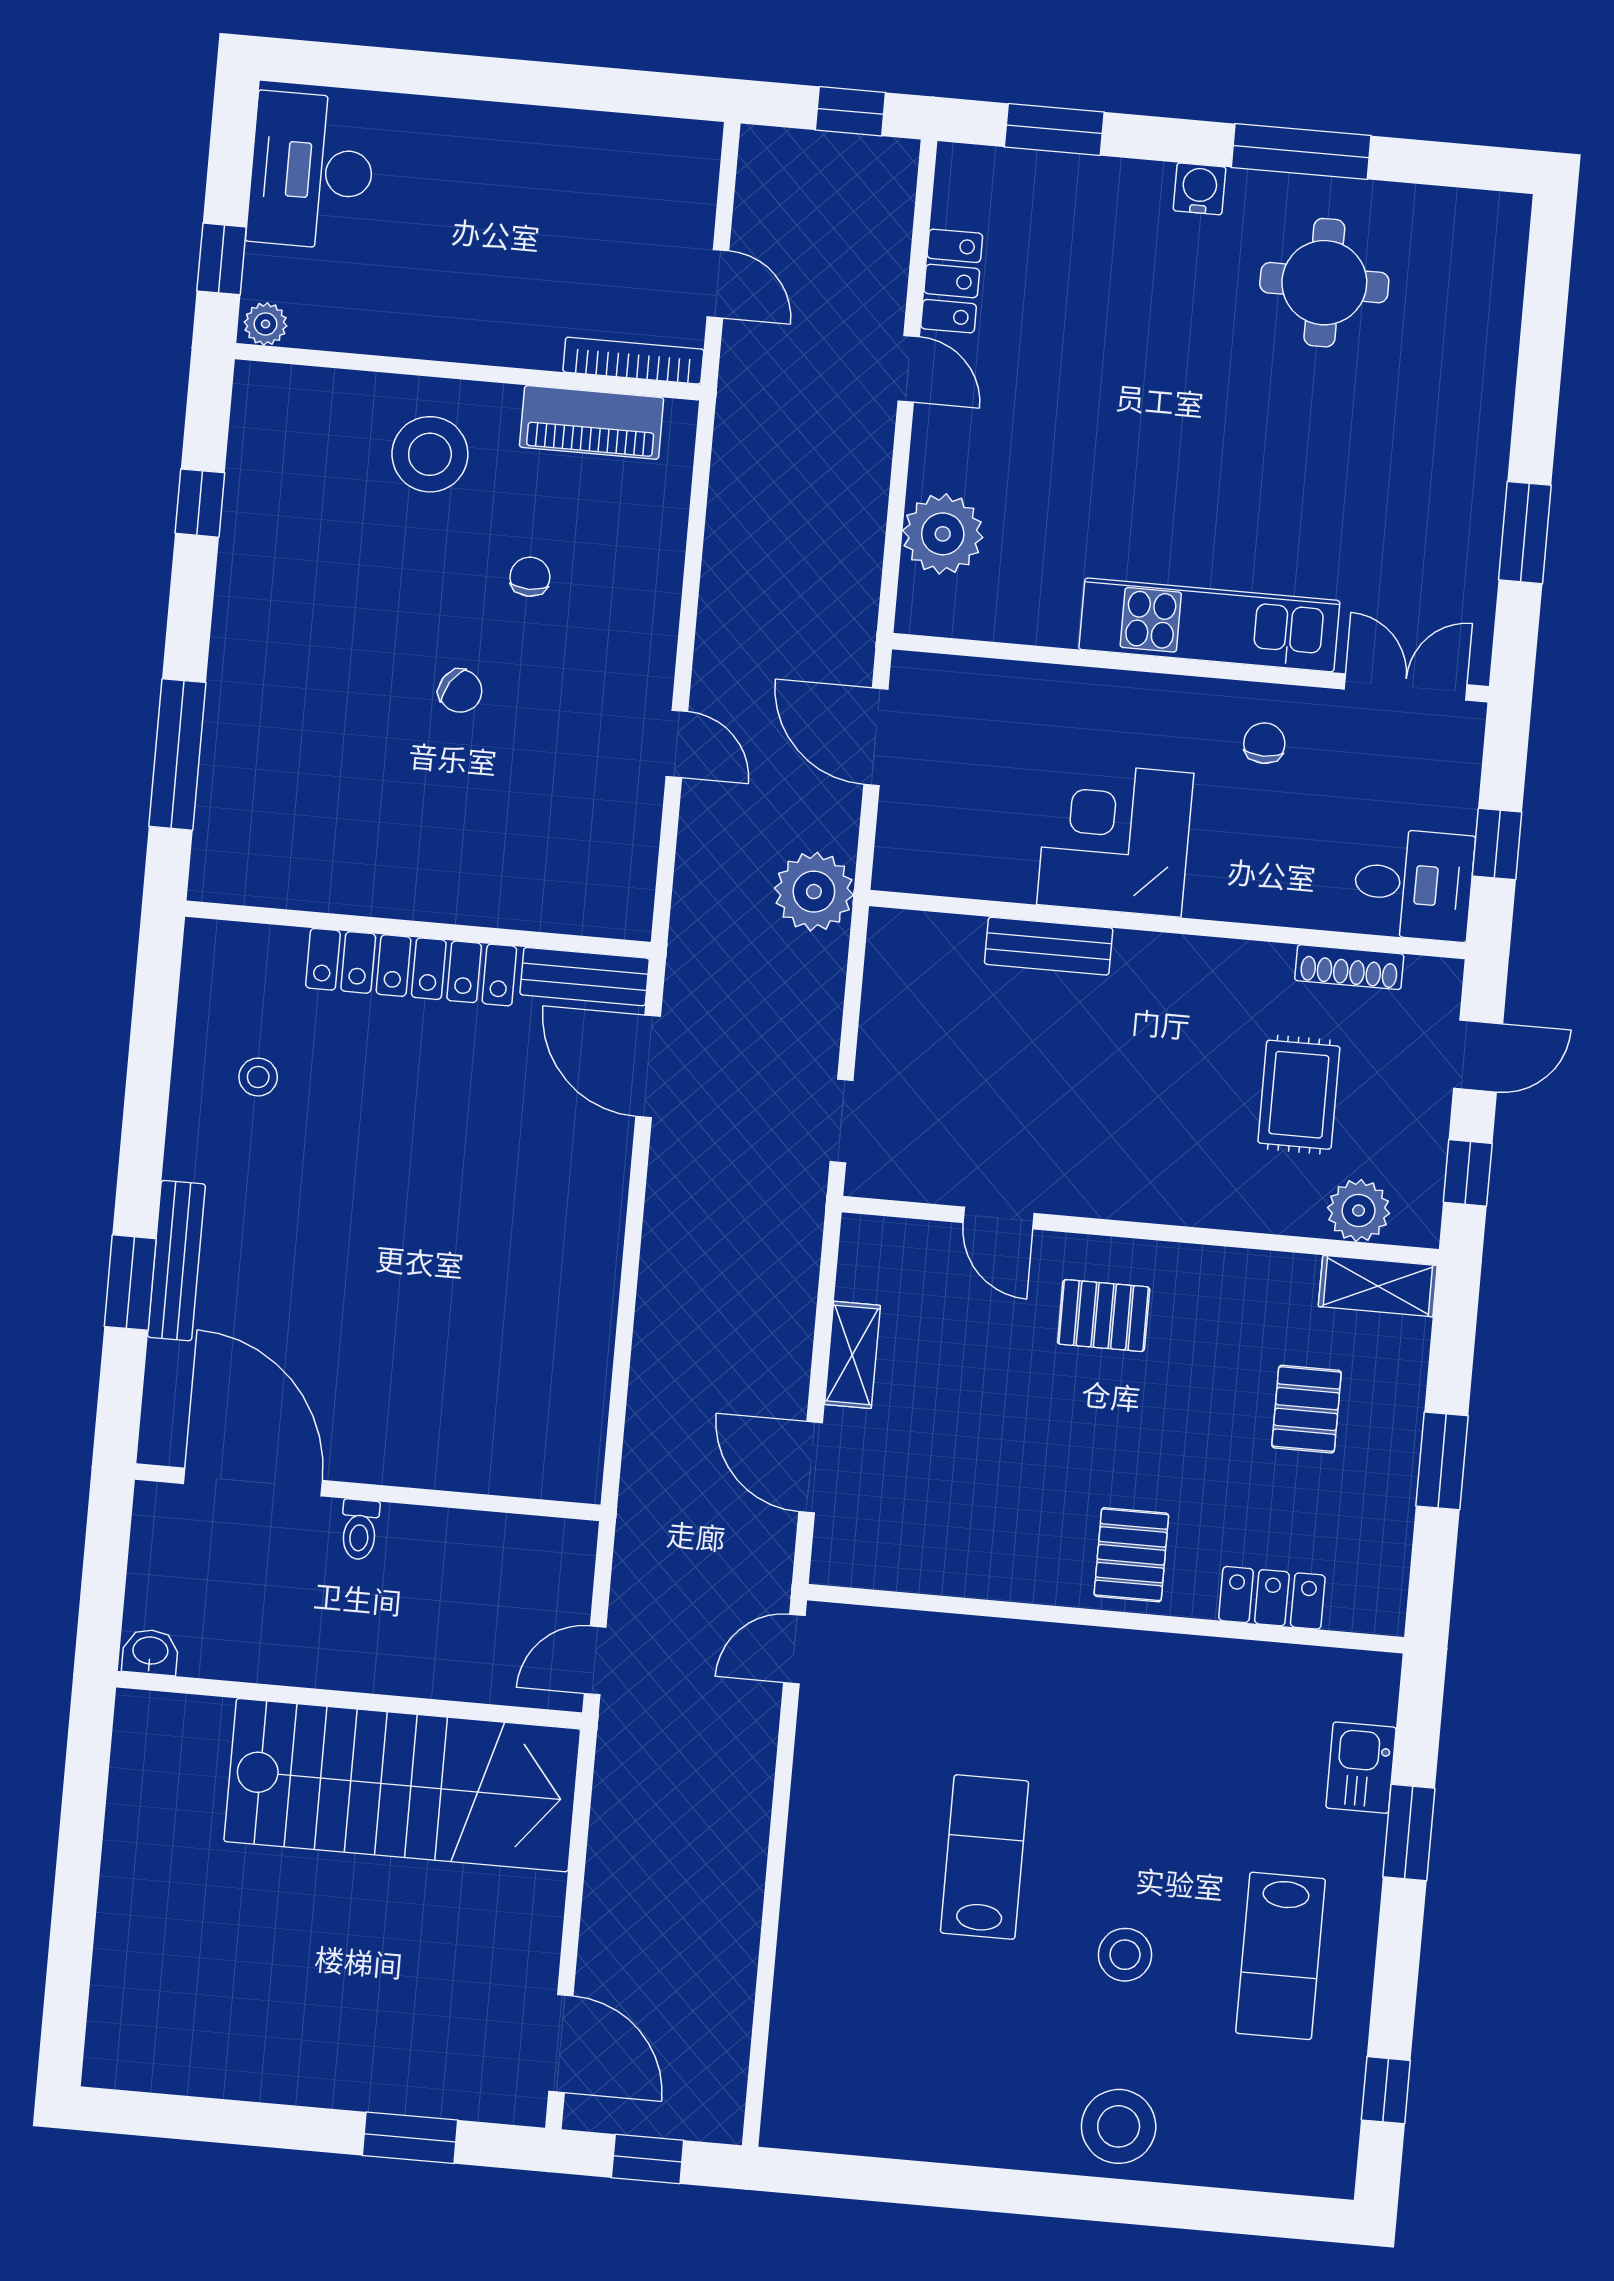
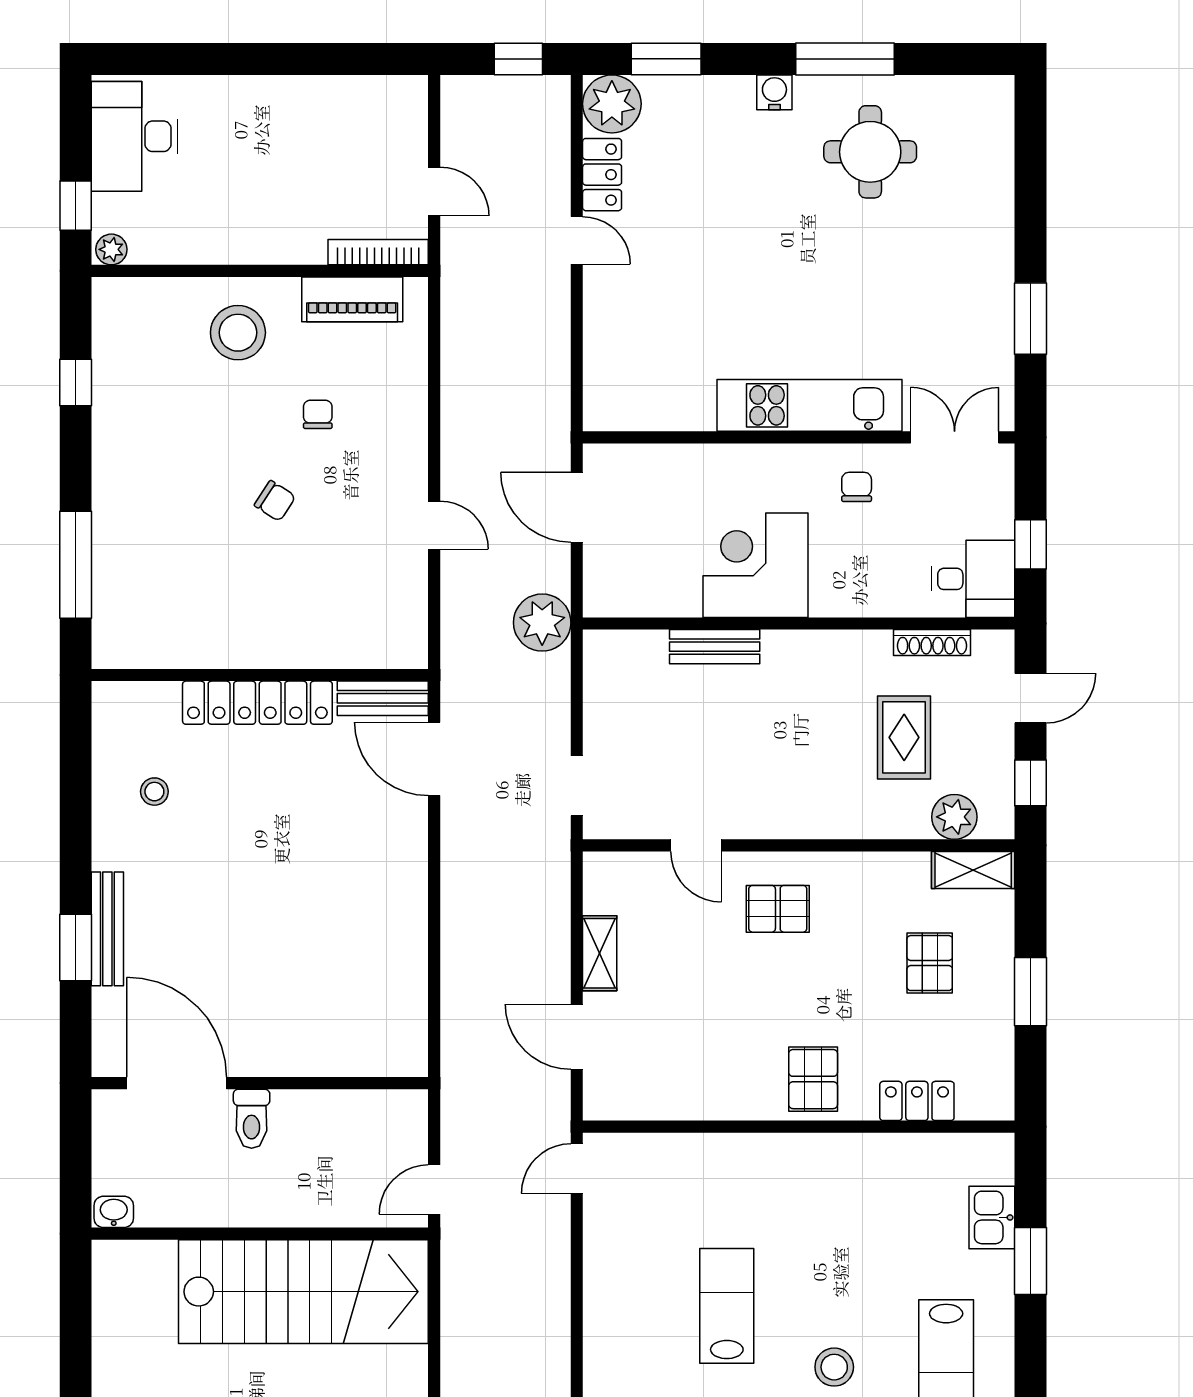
plant: (943, 534) -> (612, 104), moved
toilet: (360, 1530) -> (252, 1119), width x1.37, depth x1.39

